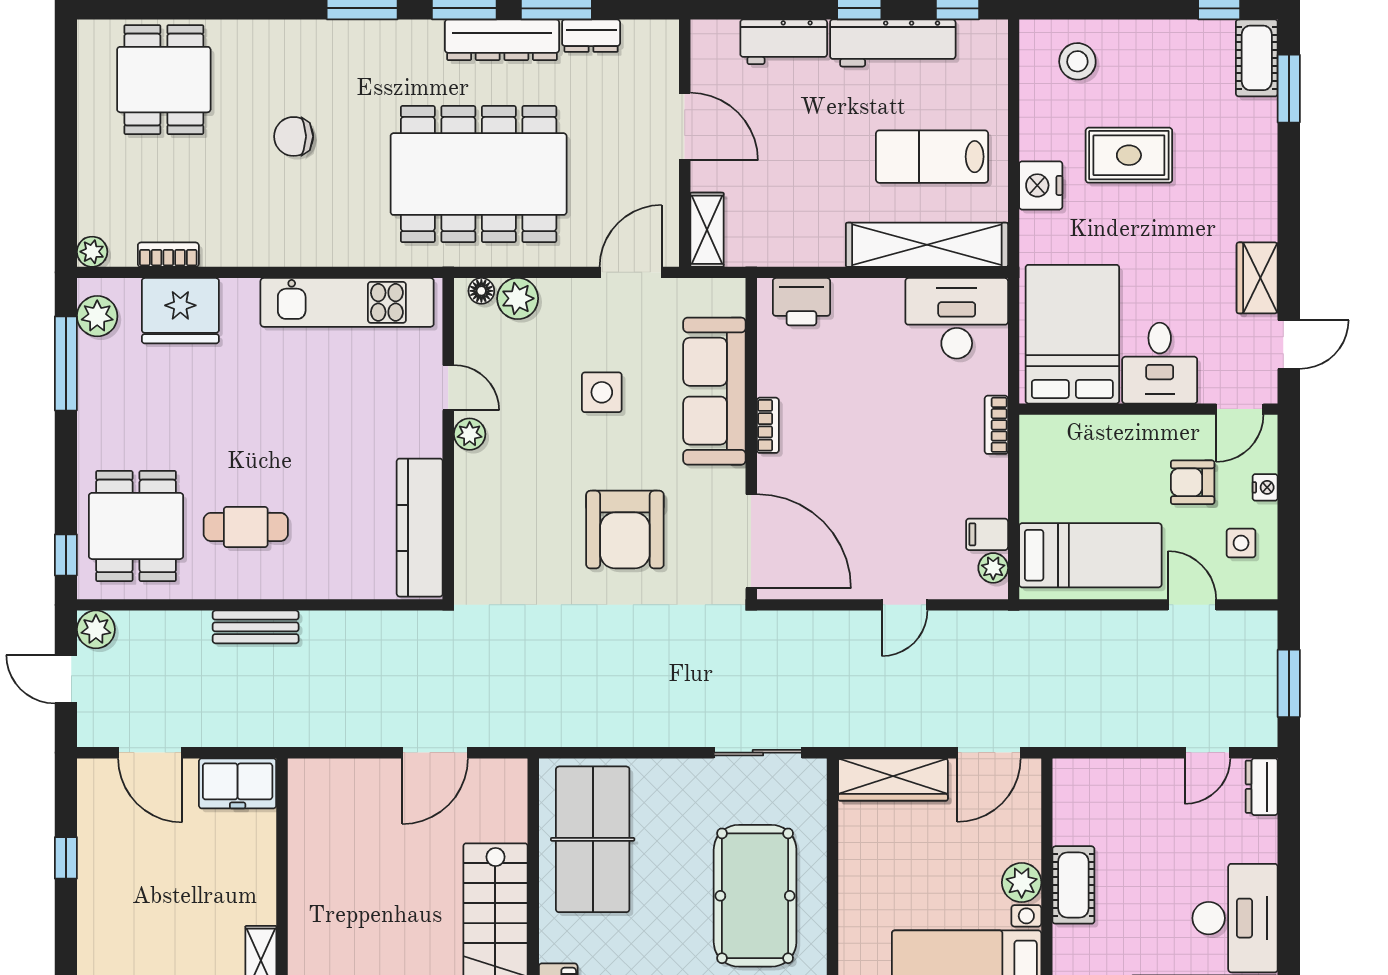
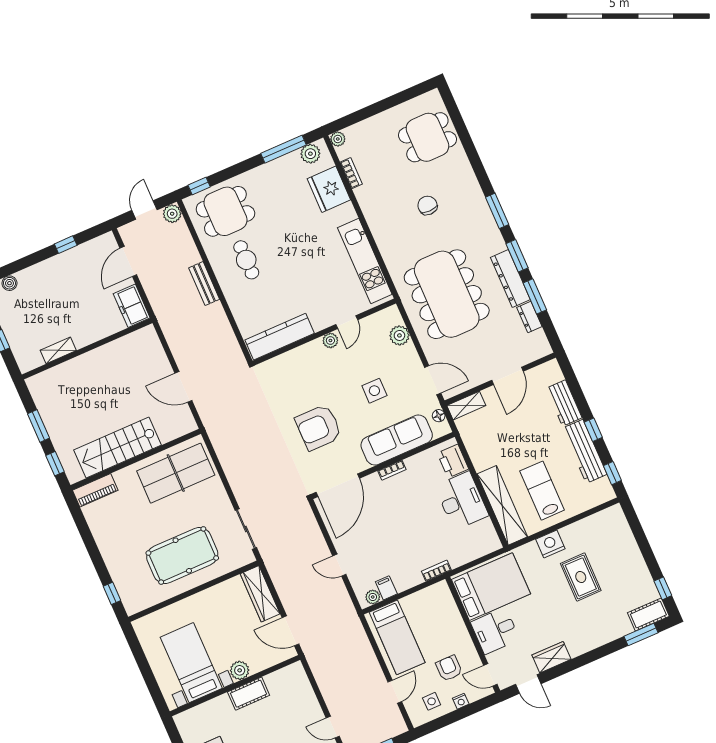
stool: (1077, 61) -> (612, 536), removed
floor lamp: (481, 291) -> (439, 416), moved
desk: (957, 318) -> (462, 501), moved

